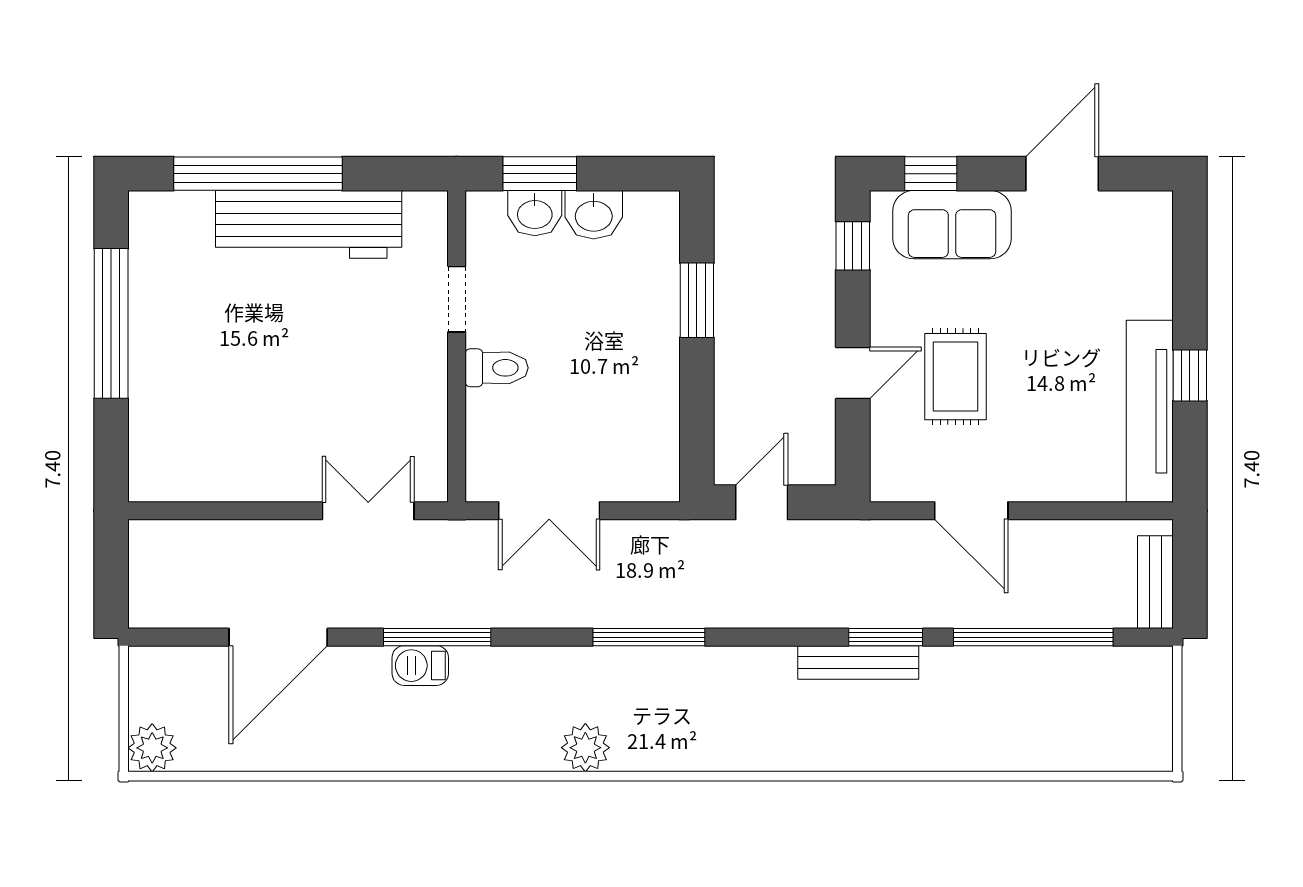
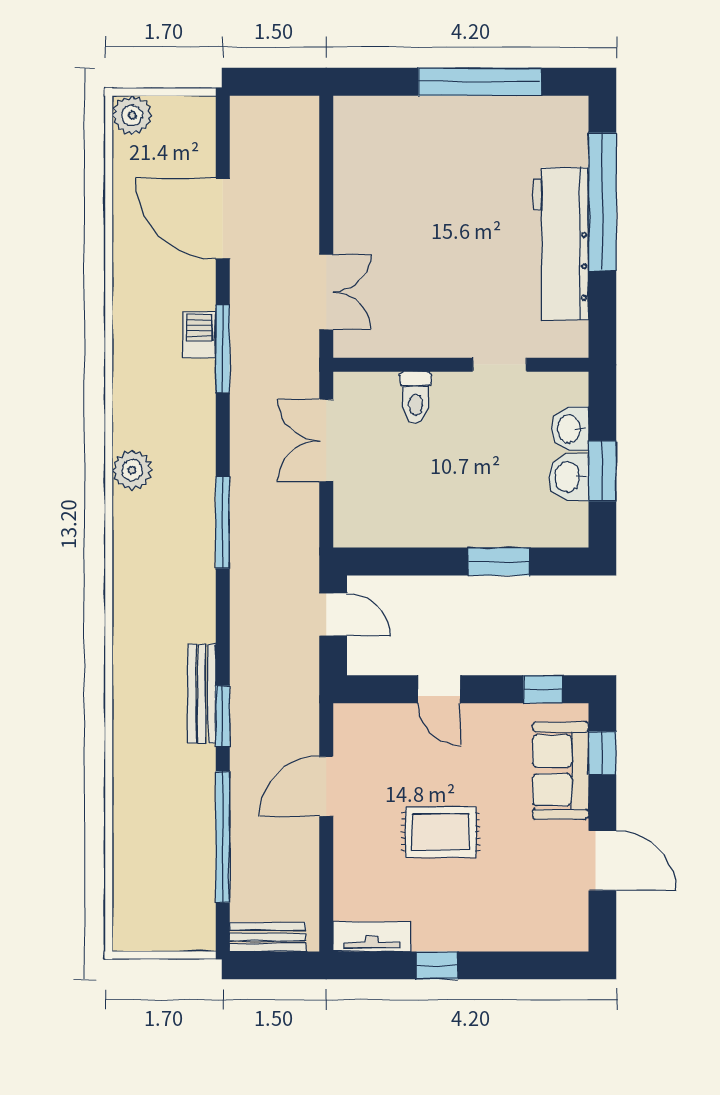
window: (540, 174) -> (602, 471), moved
toilet: (497, 368) -> (416, 397), moved
rug: (956, 377) -> (440, 832), moved
tv unit: (1150, 411) -> (372, 937), width x0.52, depth x0.78

